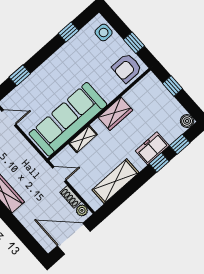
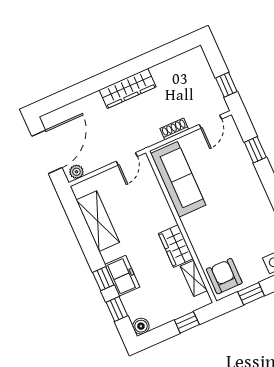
sofa: (68, 119) -> (178, 179), width x0.74, depth x0.79
shelving: (83, 139) -> (194, 278), moved
shoe rack: (71, 197) -> (174, 129), moved

